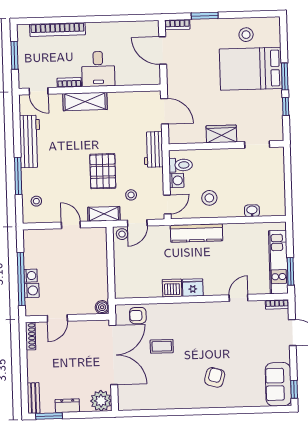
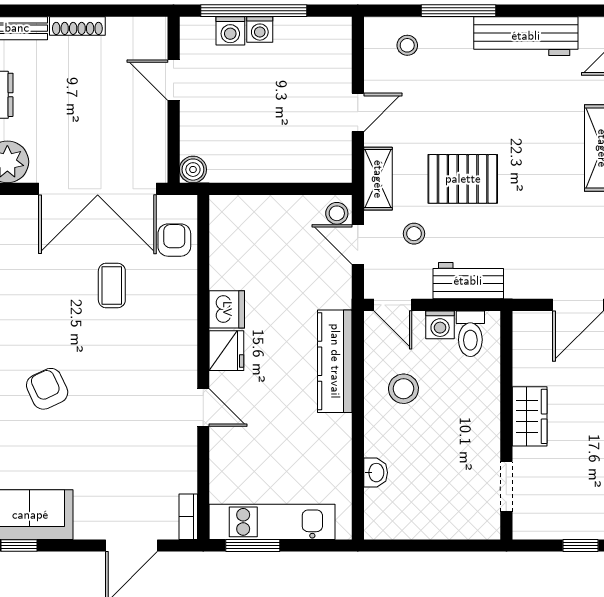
workbench: (153, 149) -> (468, 281), moved
door: (238, 298) -> (203, 408), moved
shoe rack: (31, 336) -> (77, 26), moved
armchair: (215, 377) -> (47, 389), turned -131

